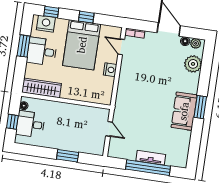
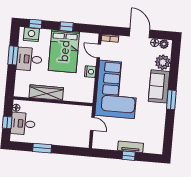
wardrobe: (42, 88) -> (46, 93), moved
corner sofa: (139, 92) -> (117, 89), added
sofa: (184, 111) -> (159, 86), moved
window: (68, 156) -> (42, 148), moved
window: (148, 168) -> (129, 156), width x0.32

